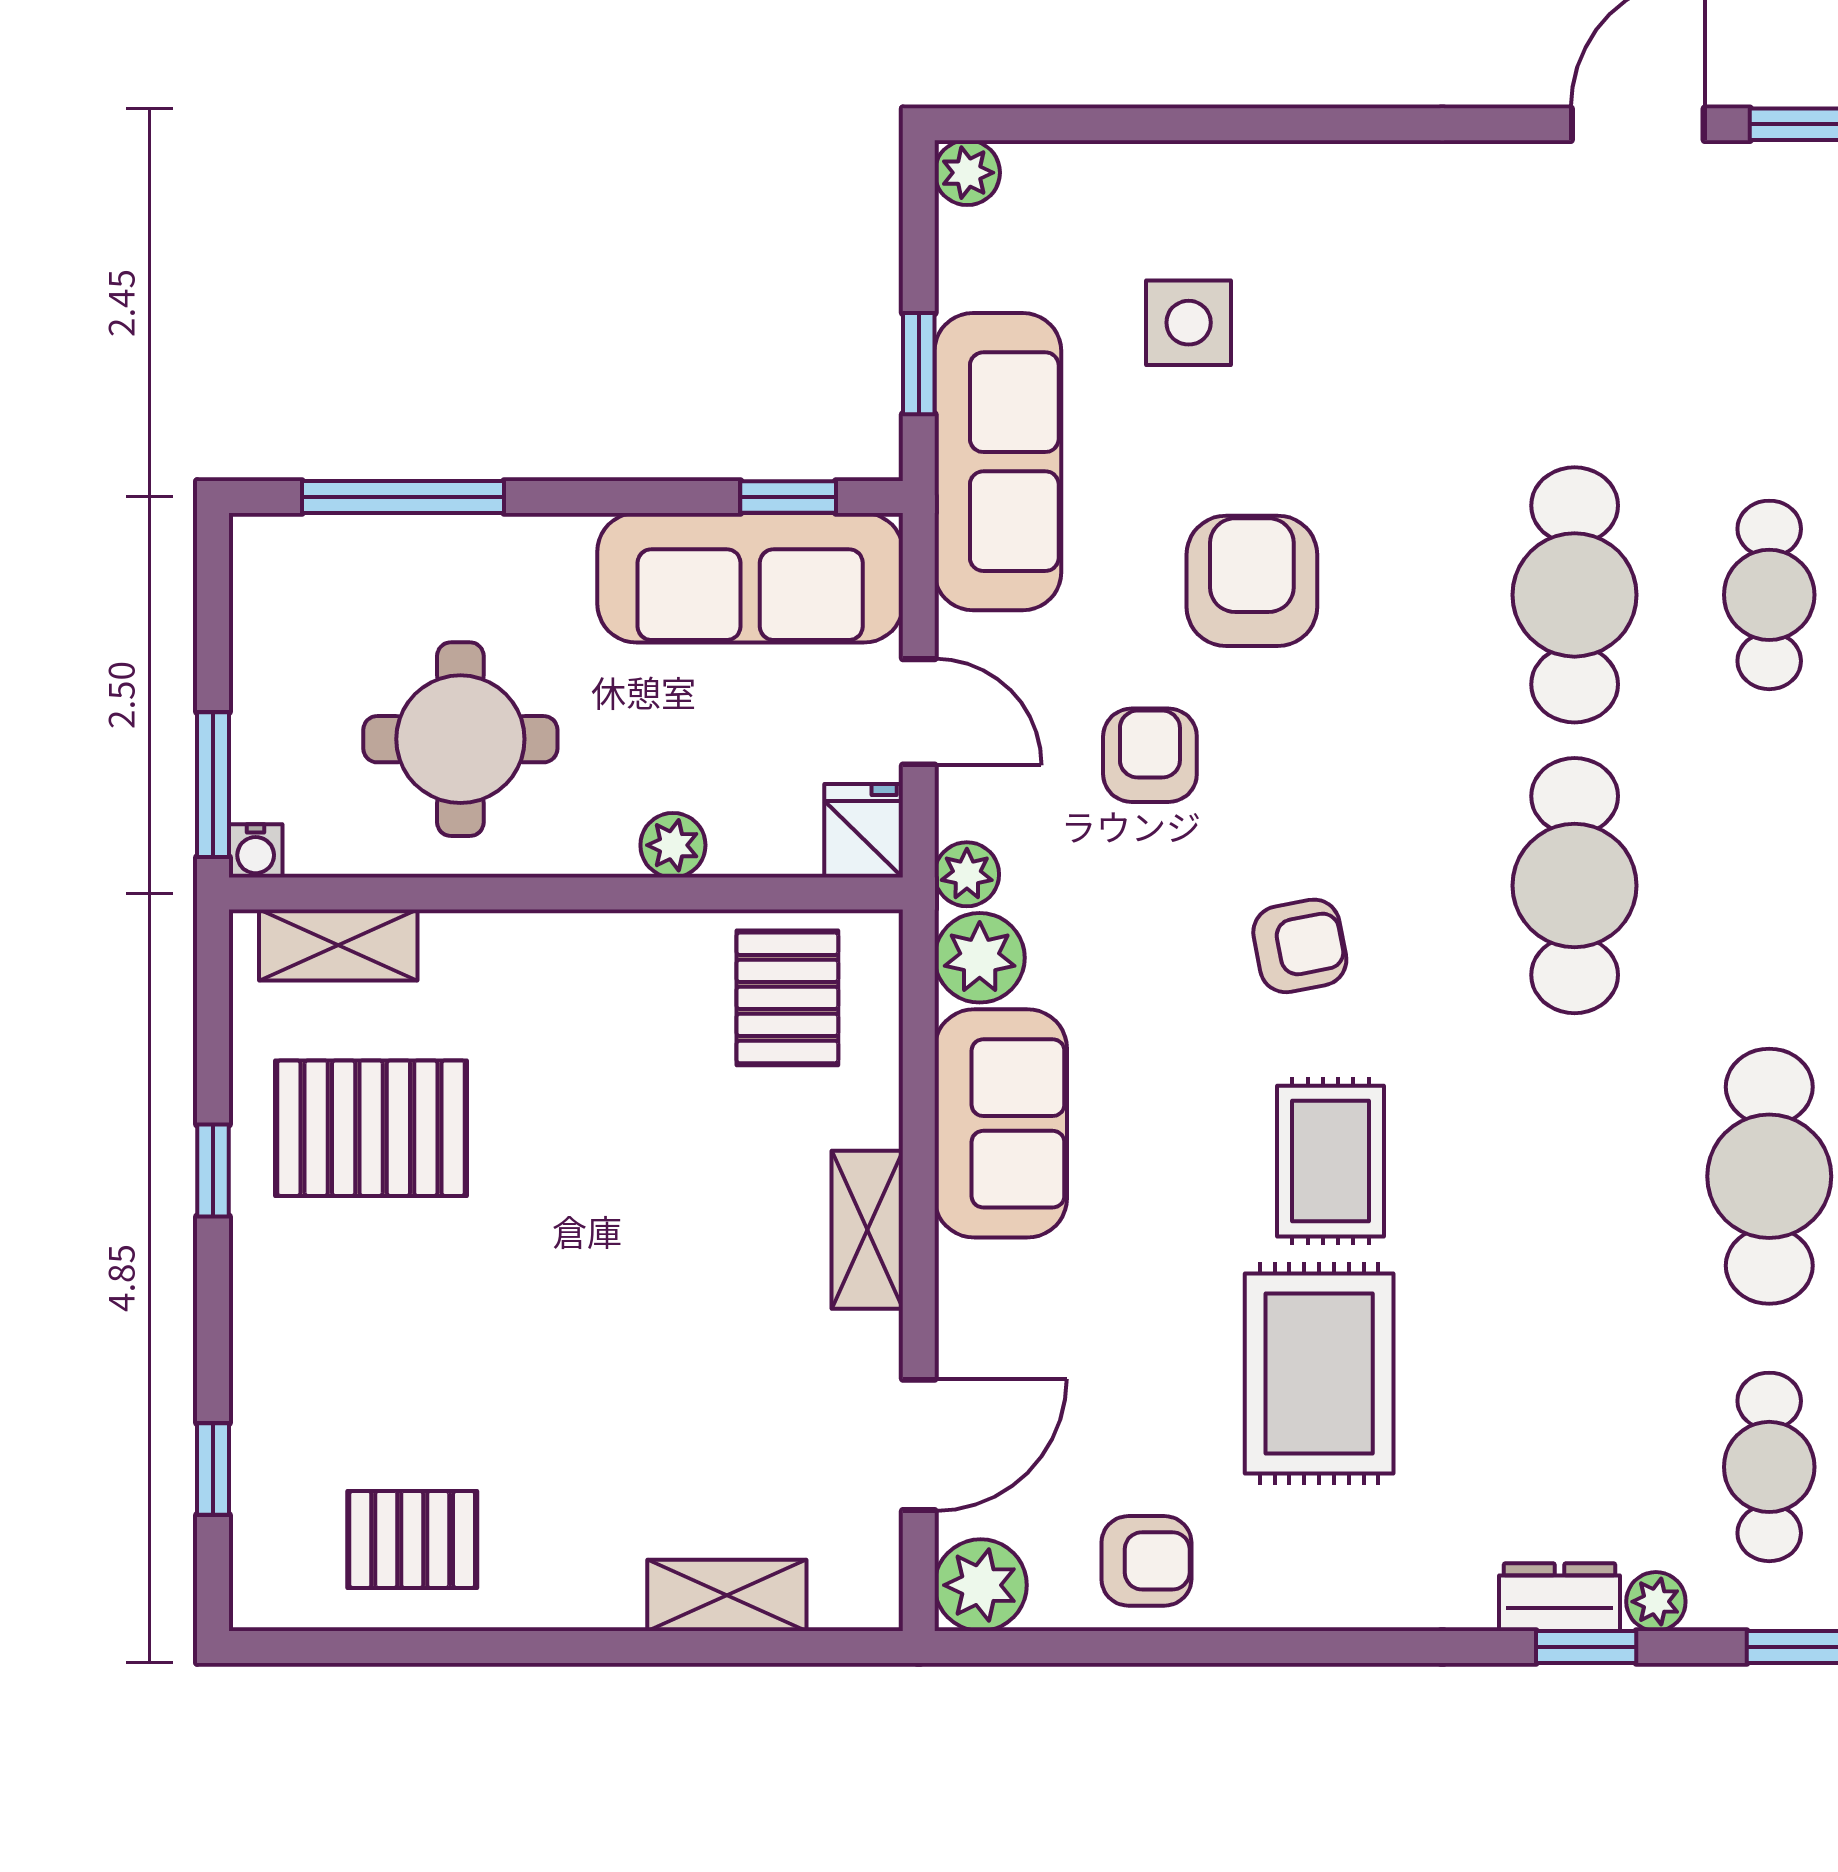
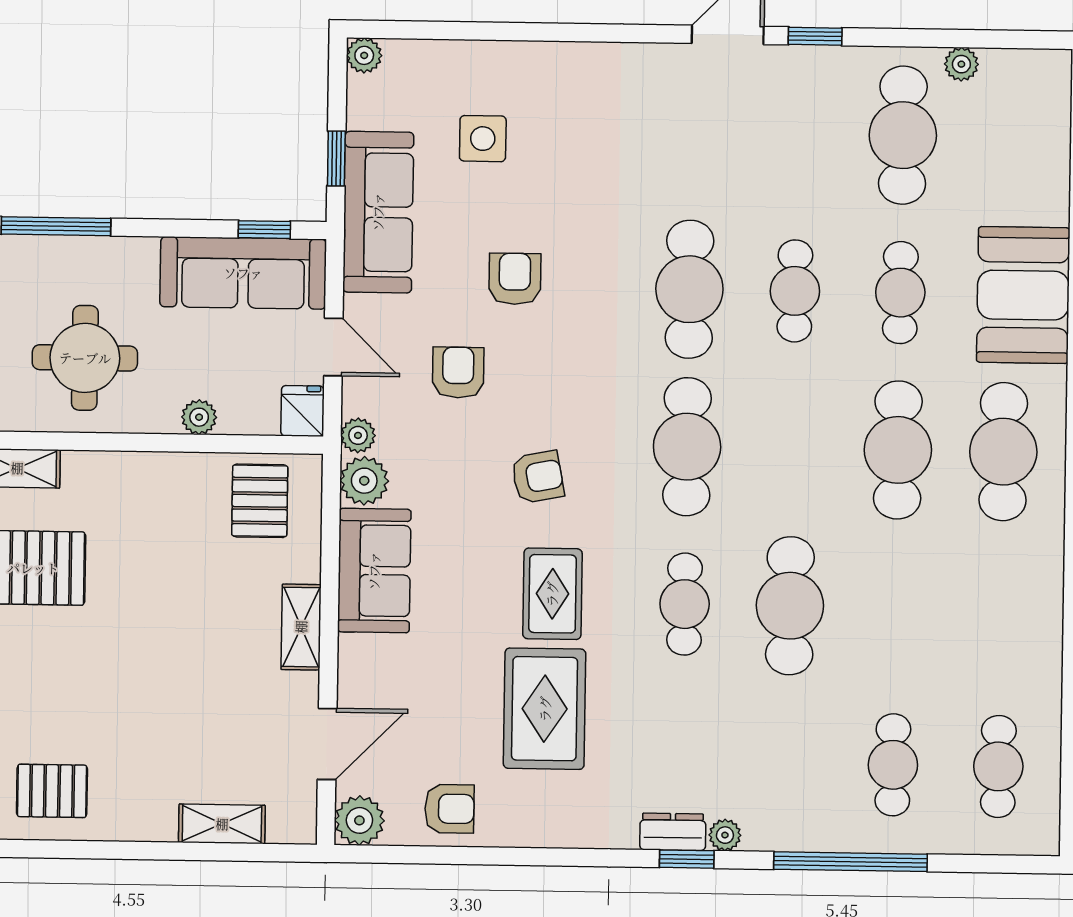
armchair: (1252, 581) -> (515, 279), width x0.72, depth x0.72
cafe table: (1769, 1467) -> (685, 604), moved

